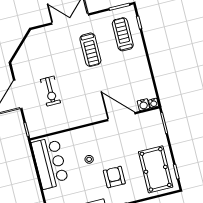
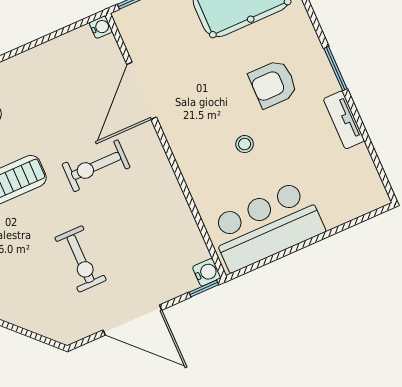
exercise bike: (91, 90) -> (96, 166), added
exercise bike: (50, 91) -> (81, 259), moved, turned 90
water cooler: (143, 105) -> (207, 272), moved

